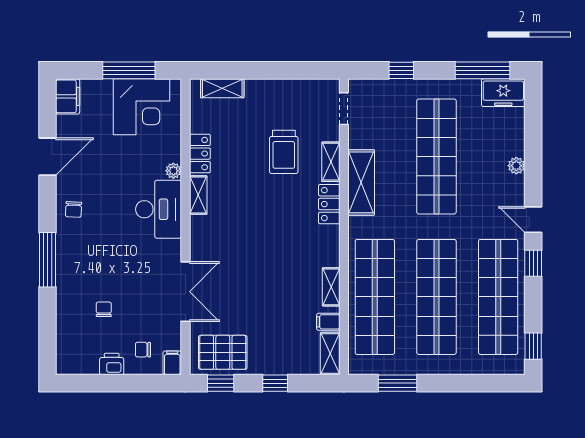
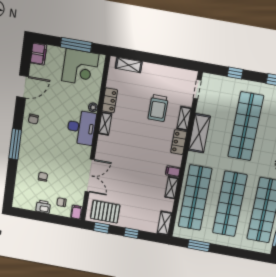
filing cabinet: (328, 322) -> (173, 171), moved

